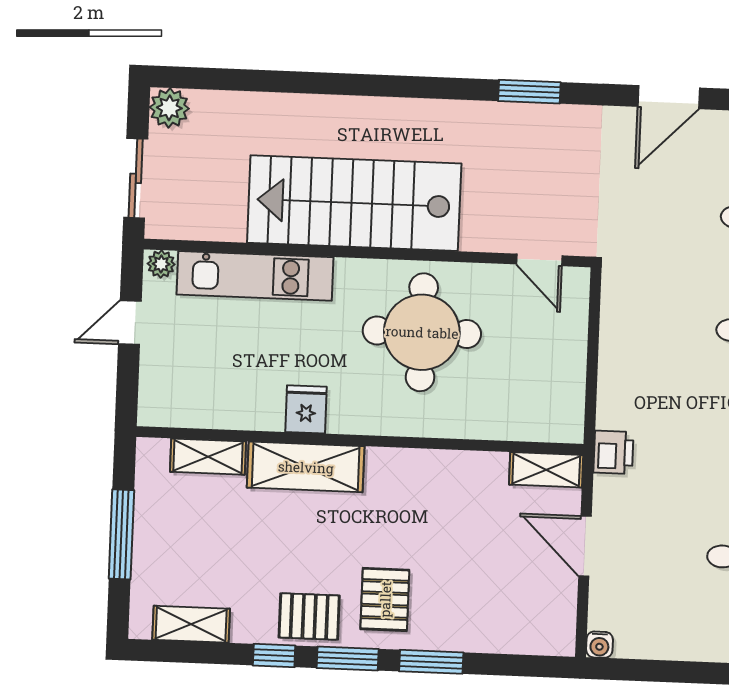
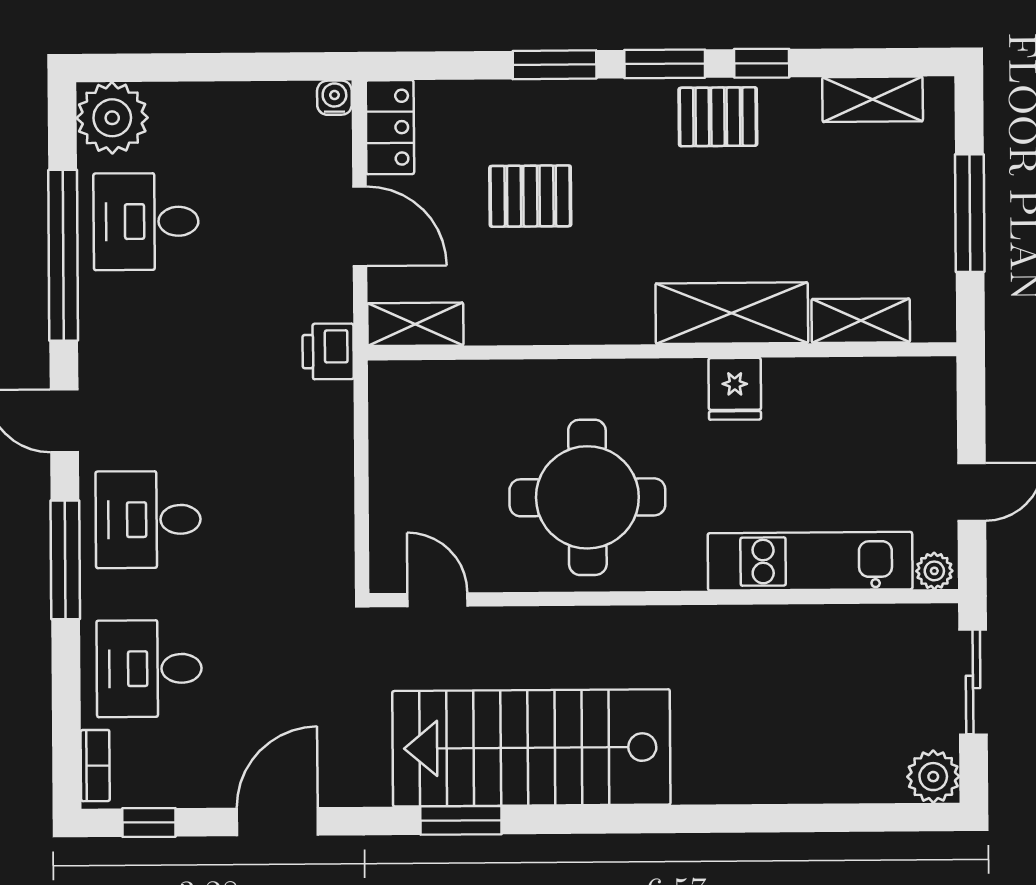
stairs: (354, 203) -> (531, 748), moved, turned 180
pallet: (385, 599) -> (530, 196), moved, turned 90
locker: (558, 620) -> (390, 127), added

